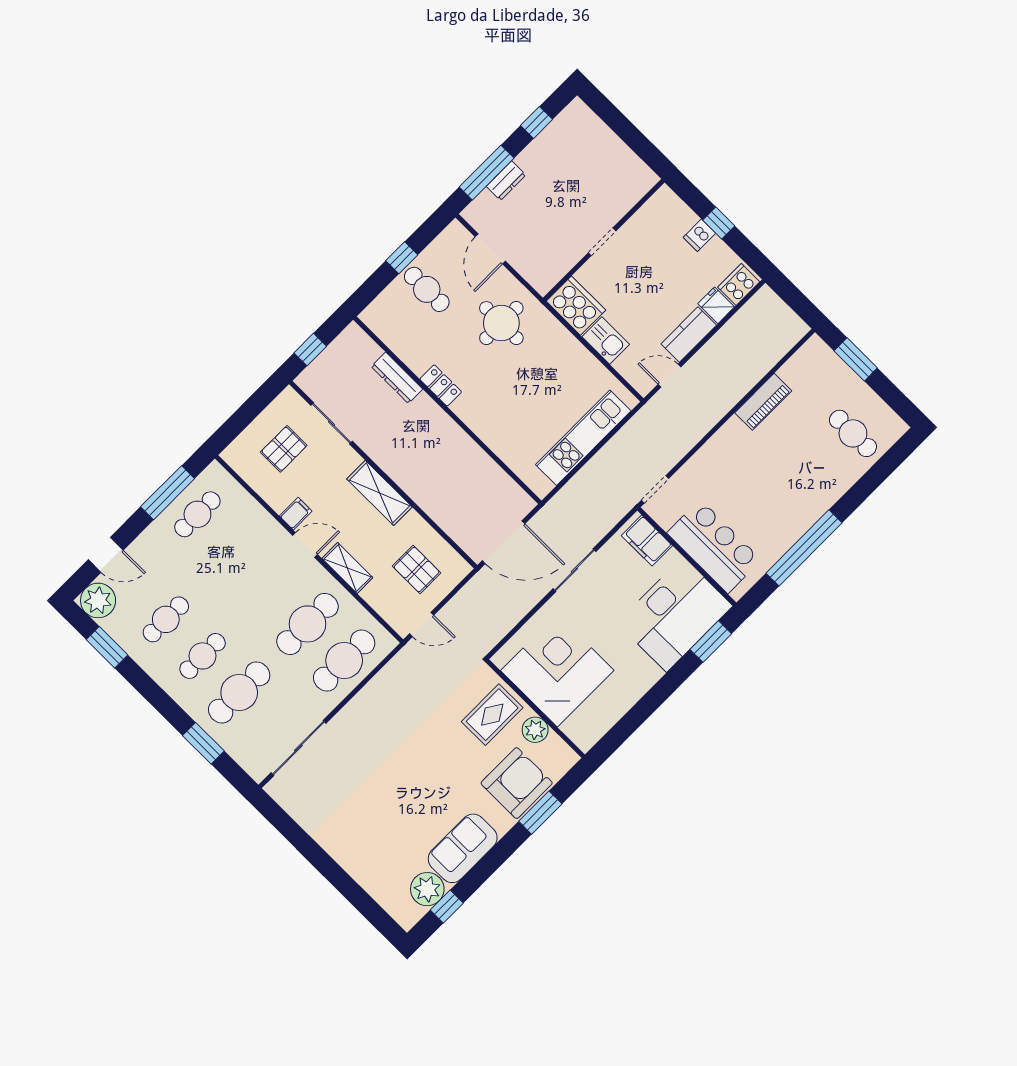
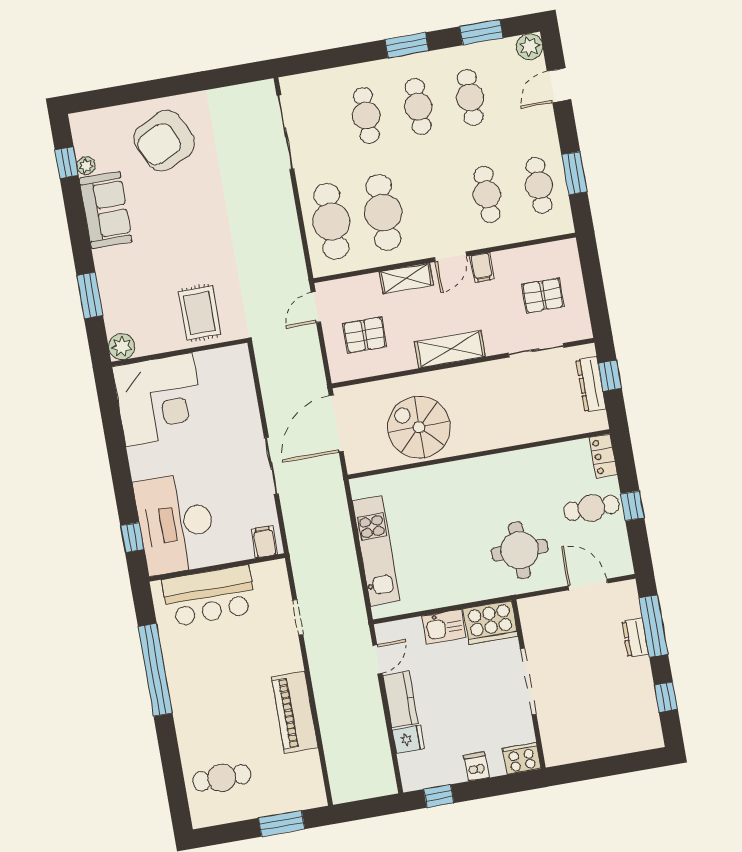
window: (719, 223) -> (439, 796), moved
doorway: (602, 242) -> (528, 682), width x1.88
cooker: (739, 284) -> (522, 758), moved, turned -90
dresser: (397, 378) -> (591, 384), moved, turned -90
locker: (441, 385) -> (603, 456), moved, turned 90
piano: (763, 402) -> (295, 712), width x1.37, depth x1.33
pallet: (284, 449) -> (543, 295), turned 90
spiral stairs: (460, 474) -> (419, 427), added
doorway: (655, 489) -> (298, 617), moved
window: (168, 493) -> (574, 173), width x0.69
filing cabinet: (647, 541) -> (264, 542), width x0.50
cafe table: (234, 551) -> (487, 194), added
plant: (98, 600) -> (529, 47), width x0.73, depth x0.73
window: (711, 642) -> (132, 537), width x0.67
corner desk: (557, 670) -> (159, 400), moved
cafe table: (239, 692) -> (366, 116), width x0.73, depth x0.74
plant: (535, 730) -> (122, 347), moved
window: (203, 743) -> (407, 45), moved
armchair: (517, 783) -> (164, 141), moved, turned 64
plant: (427, 889) -> (86, 166), width x0.53, depth x0.53

